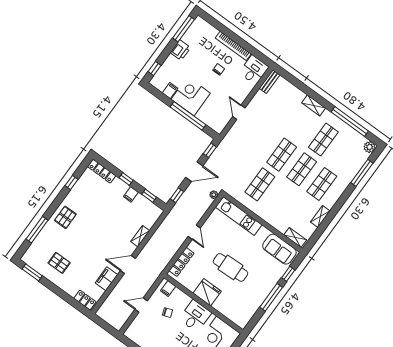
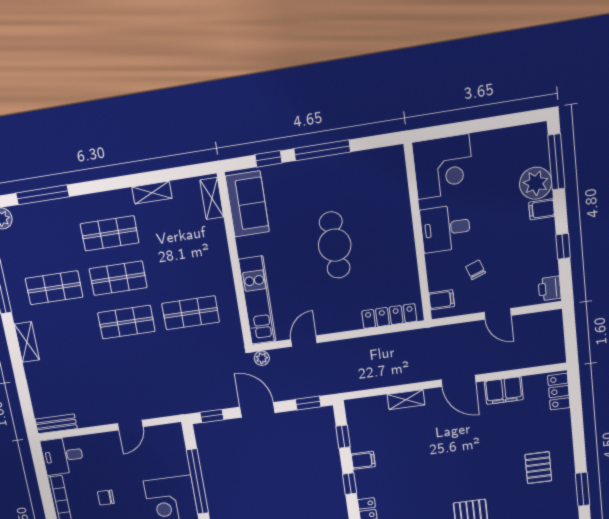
door: (194, 232) -> (304, 341), moved
fridge: (207, 292) -> (398, 244), removed
printer: (132, 334) -> (550, 288), added

